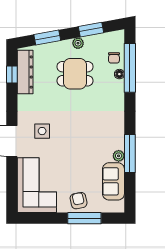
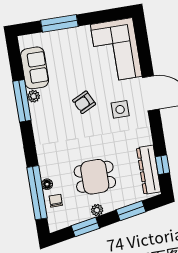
armchair: (79, 201) -> (84, 102), moved, turned 76

